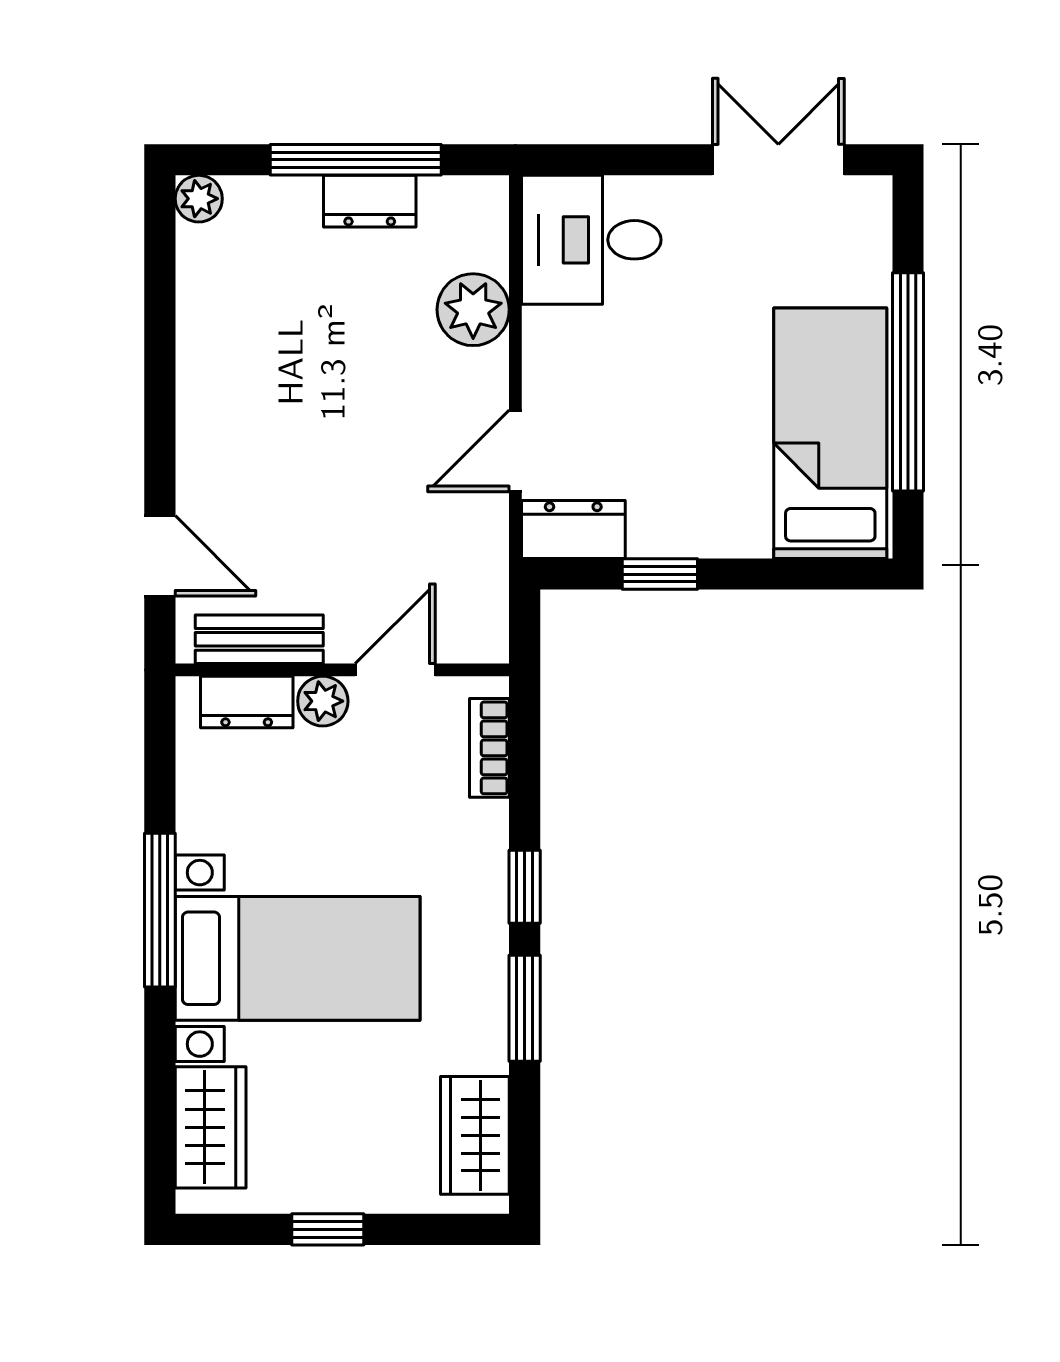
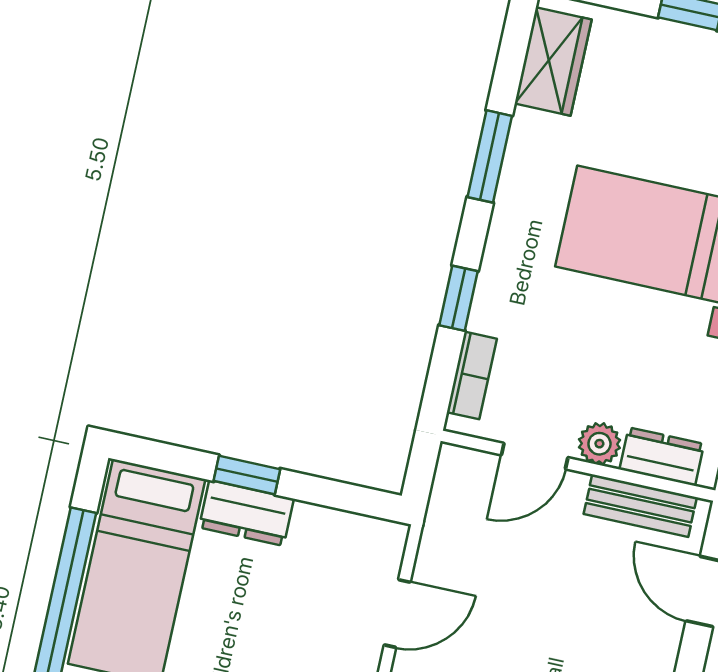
dresser: (573, 529) -> (246, 513), moved
window: (660, 574) -> (247, 475), moved
window: (525, 887) -> (459, 298), moved

